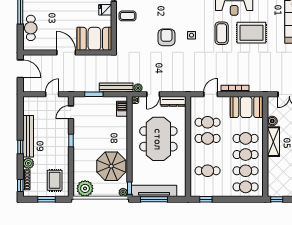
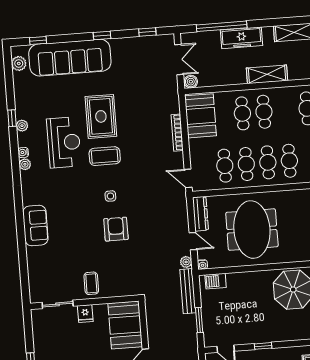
armchair: (166, 37) -> (116, 229), turned 90
door: (211, 94) -> (188, 178), moved
boiler: (272, 121) -> (191, 82), moved
meeting table: (158, 139) -> (252, 230), turned 90
shelving: (273, 142) -> (267, 74), moved
cafe table: (246, 171) -> (268, 162), moved

